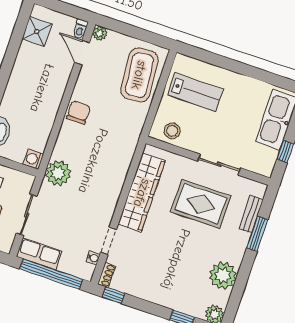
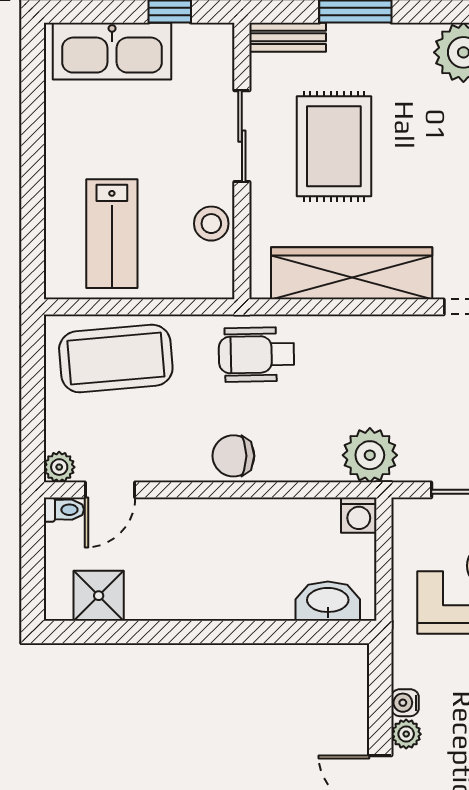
lab bench: (195, 92) -> (112, 234), turned 180
stool: (172, 131) -> (211, 224), moved
wheelchair: (120, 138) -> (257, 355), added
bench: (251, 214) -> (288, 37), moved

